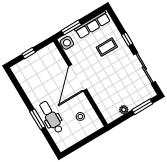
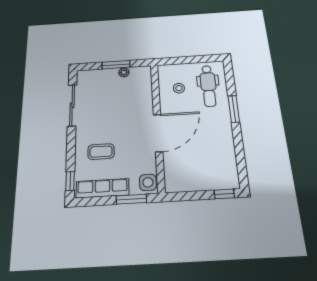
window: (127, 39) -> (70, 181), moved
window: (29, 53) -> (224, 194), moved
window: (142, 107) -> (116, 65), moved
dental chair: (51, 117) -> (208, 86), moved

